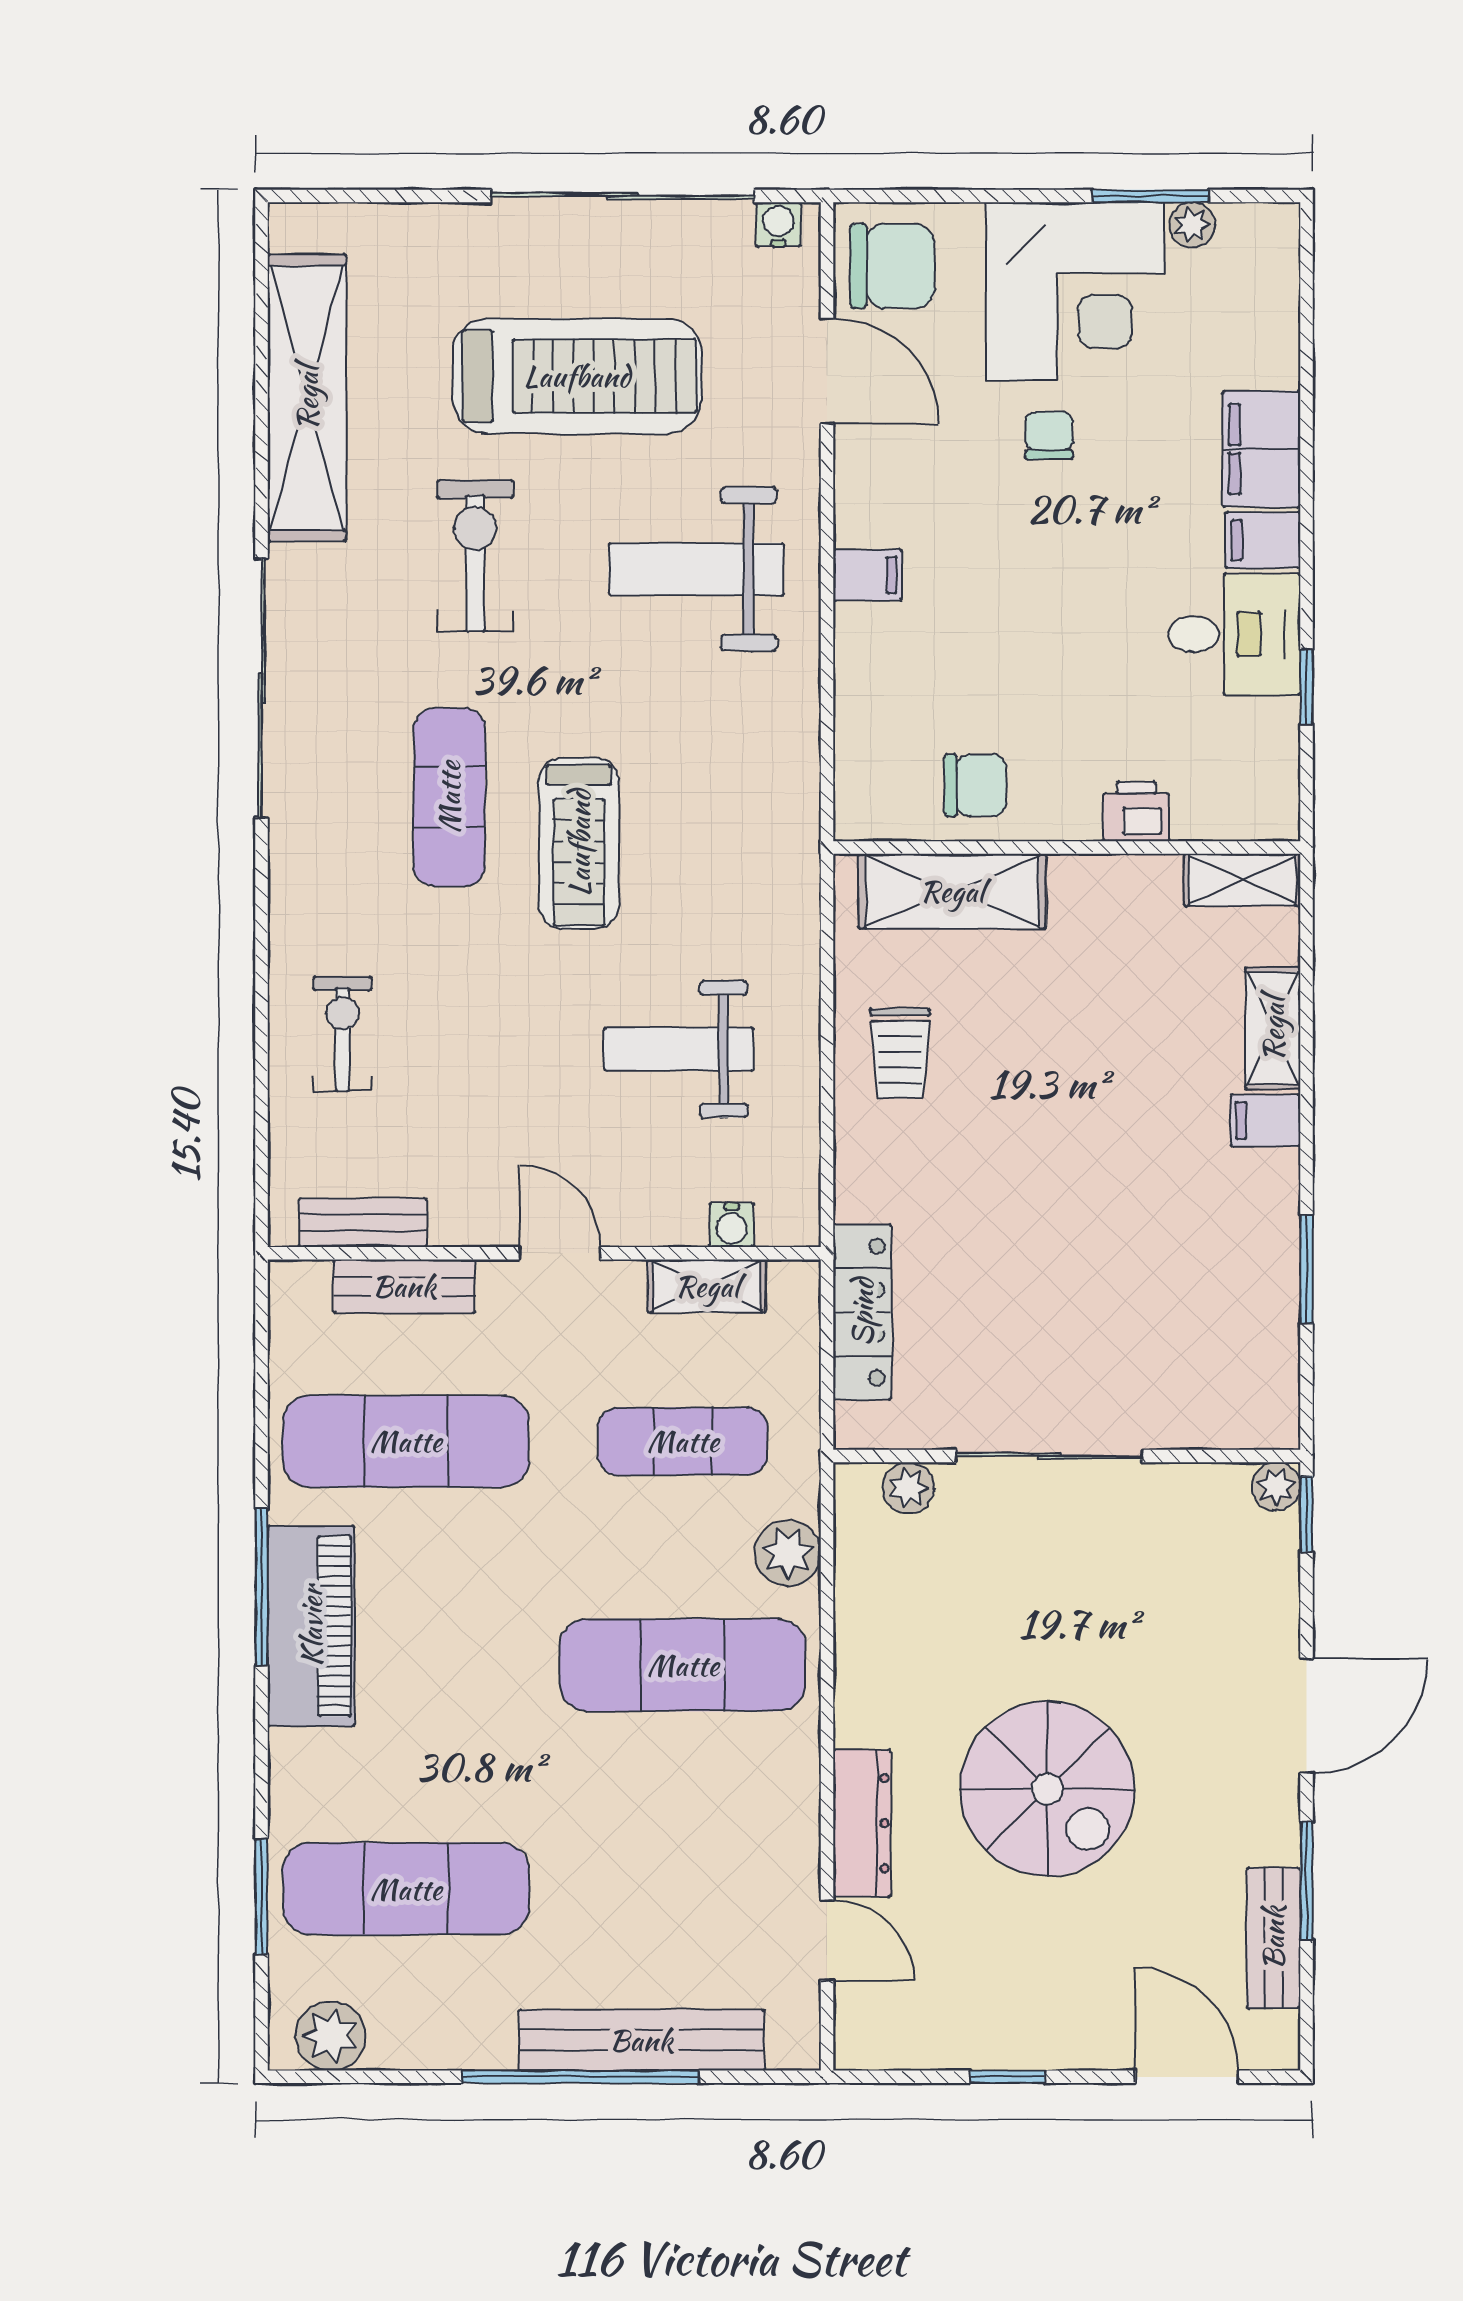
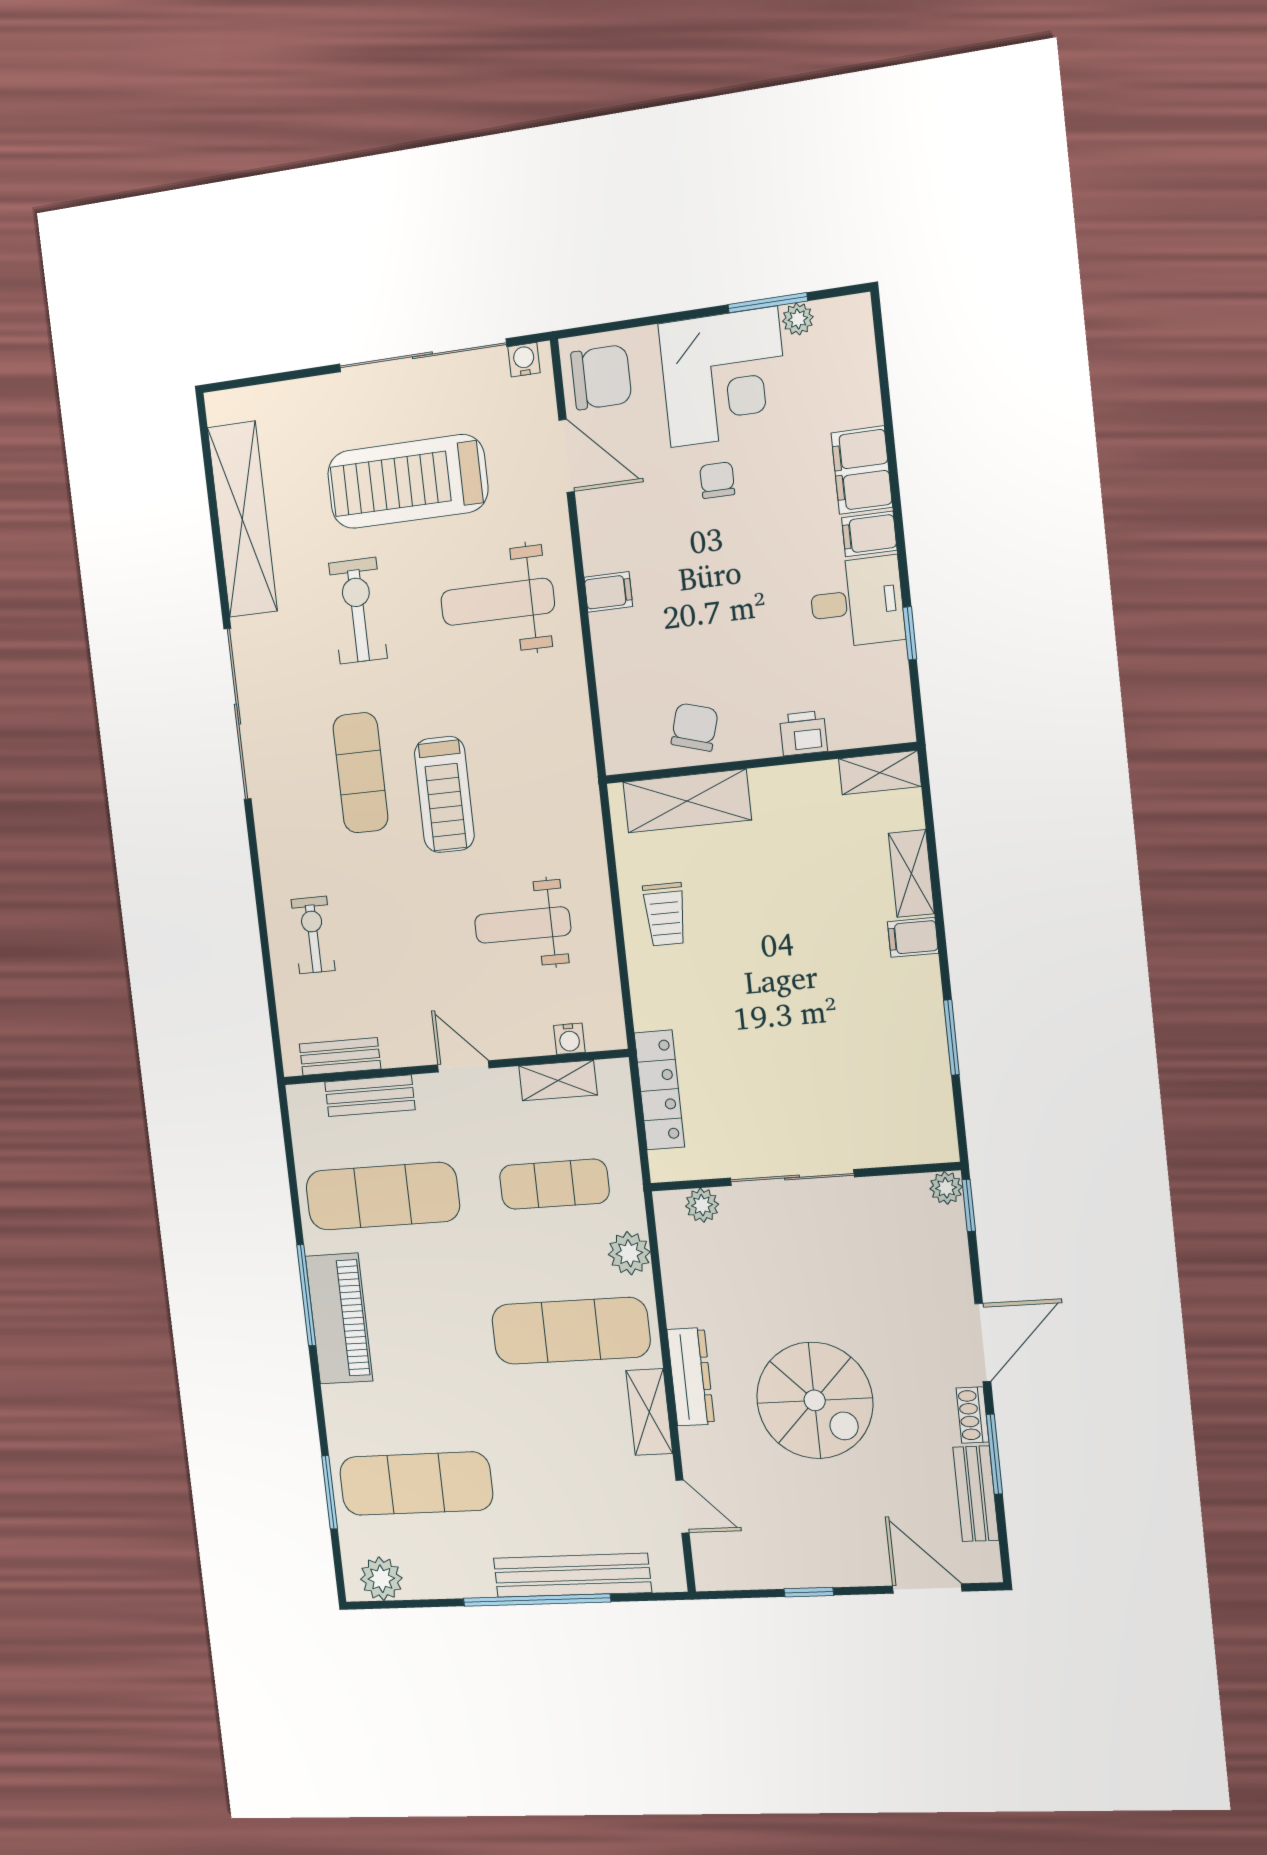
treadmill: (577, 376) -> (408, 482), turned 180
chair: (976, 785) -> (695, 727), turned -74
shelving: (792, 1795) -> (649, 1412), added
shoe rack: (1280, 1821) -> (972, 1415), added
dresser: (862, 1823) -> (691, 1377), moved

